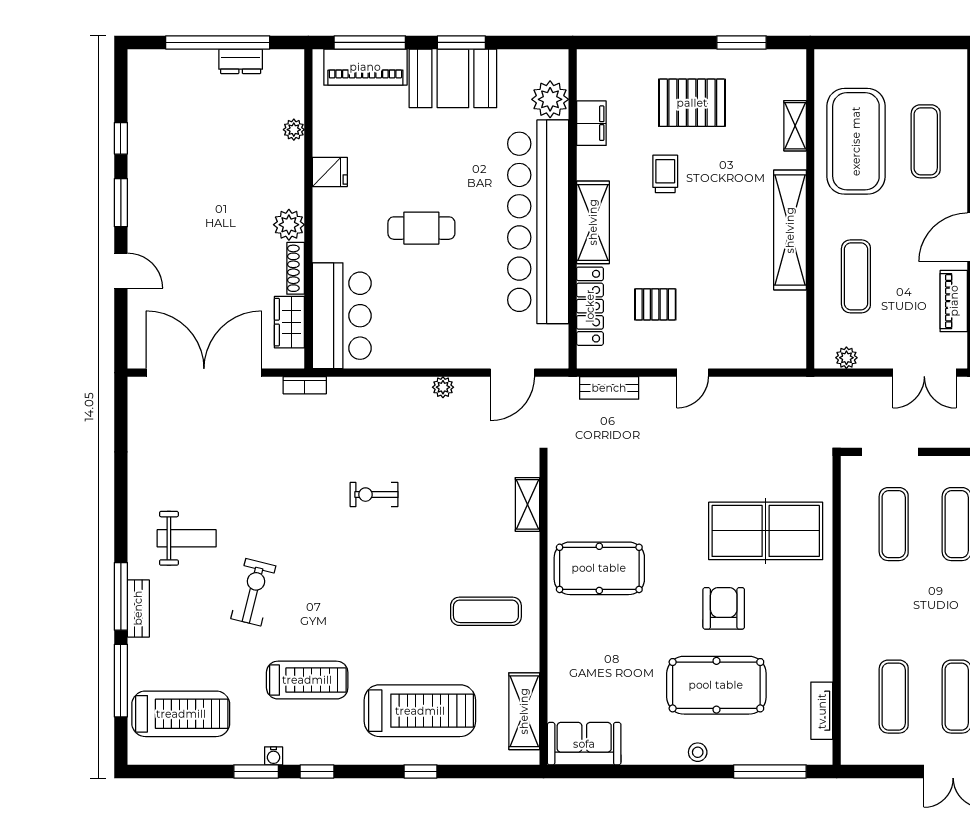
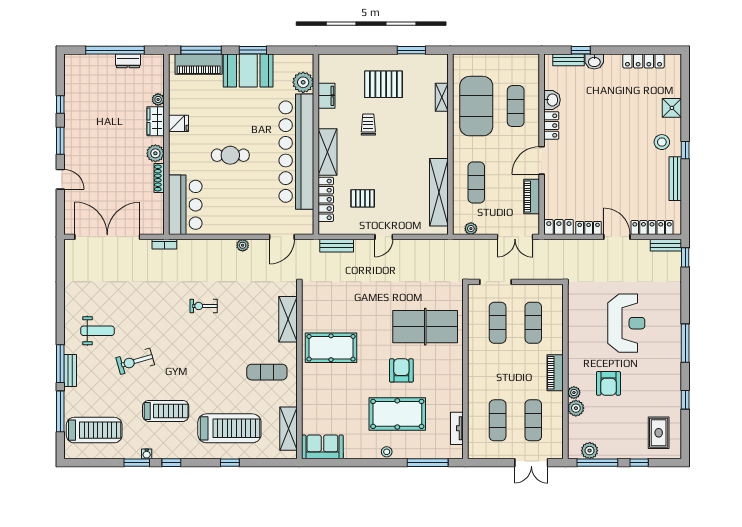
shelving: (790, 230) -> (439, 192), moved
wardrobe: (289, 322) -> (156, 121), moved
shelving: (527, 504) -> (288, 319), width x1.50, depth x1.33
exercise bike: (253, 592) -> (135, 361), turned -120

